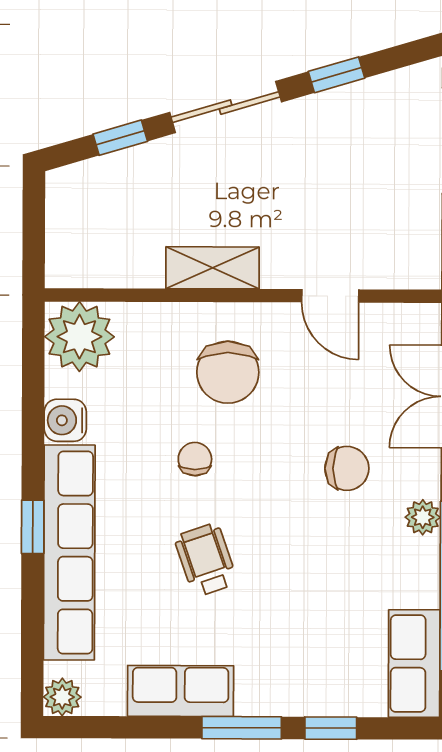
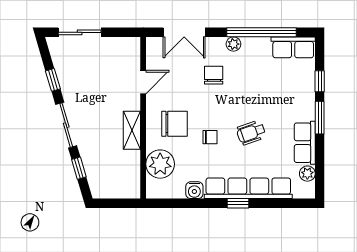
plant: (79, 337) -> (160, 164), moved
chair: (195, 459) -> (210, 137), turned 180
plant: (62, 697) -> (307, 174), moved

